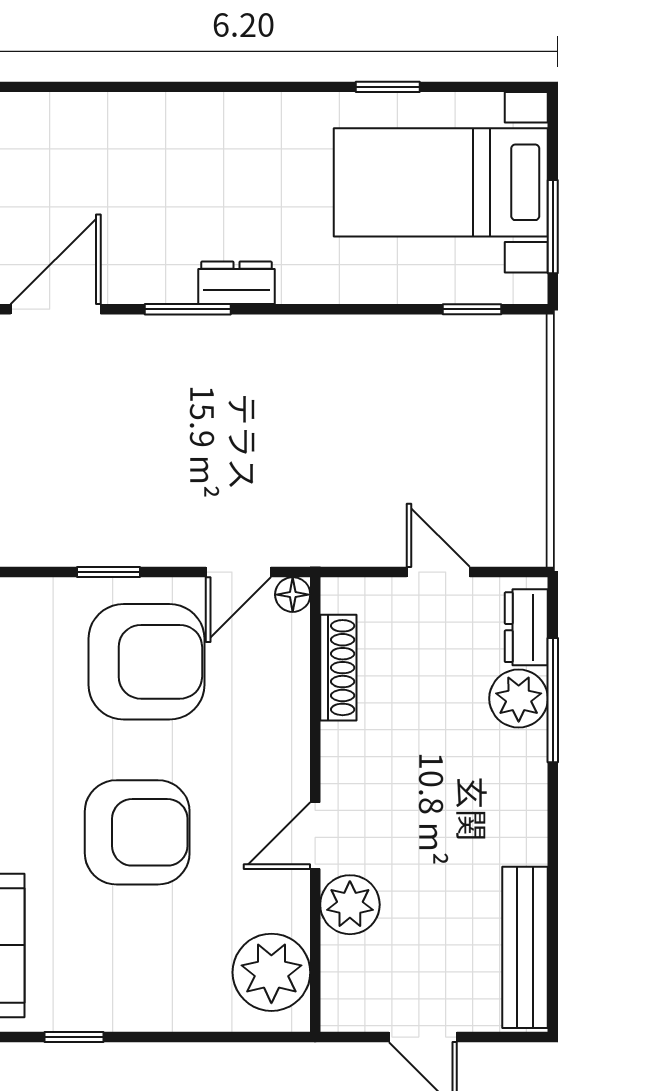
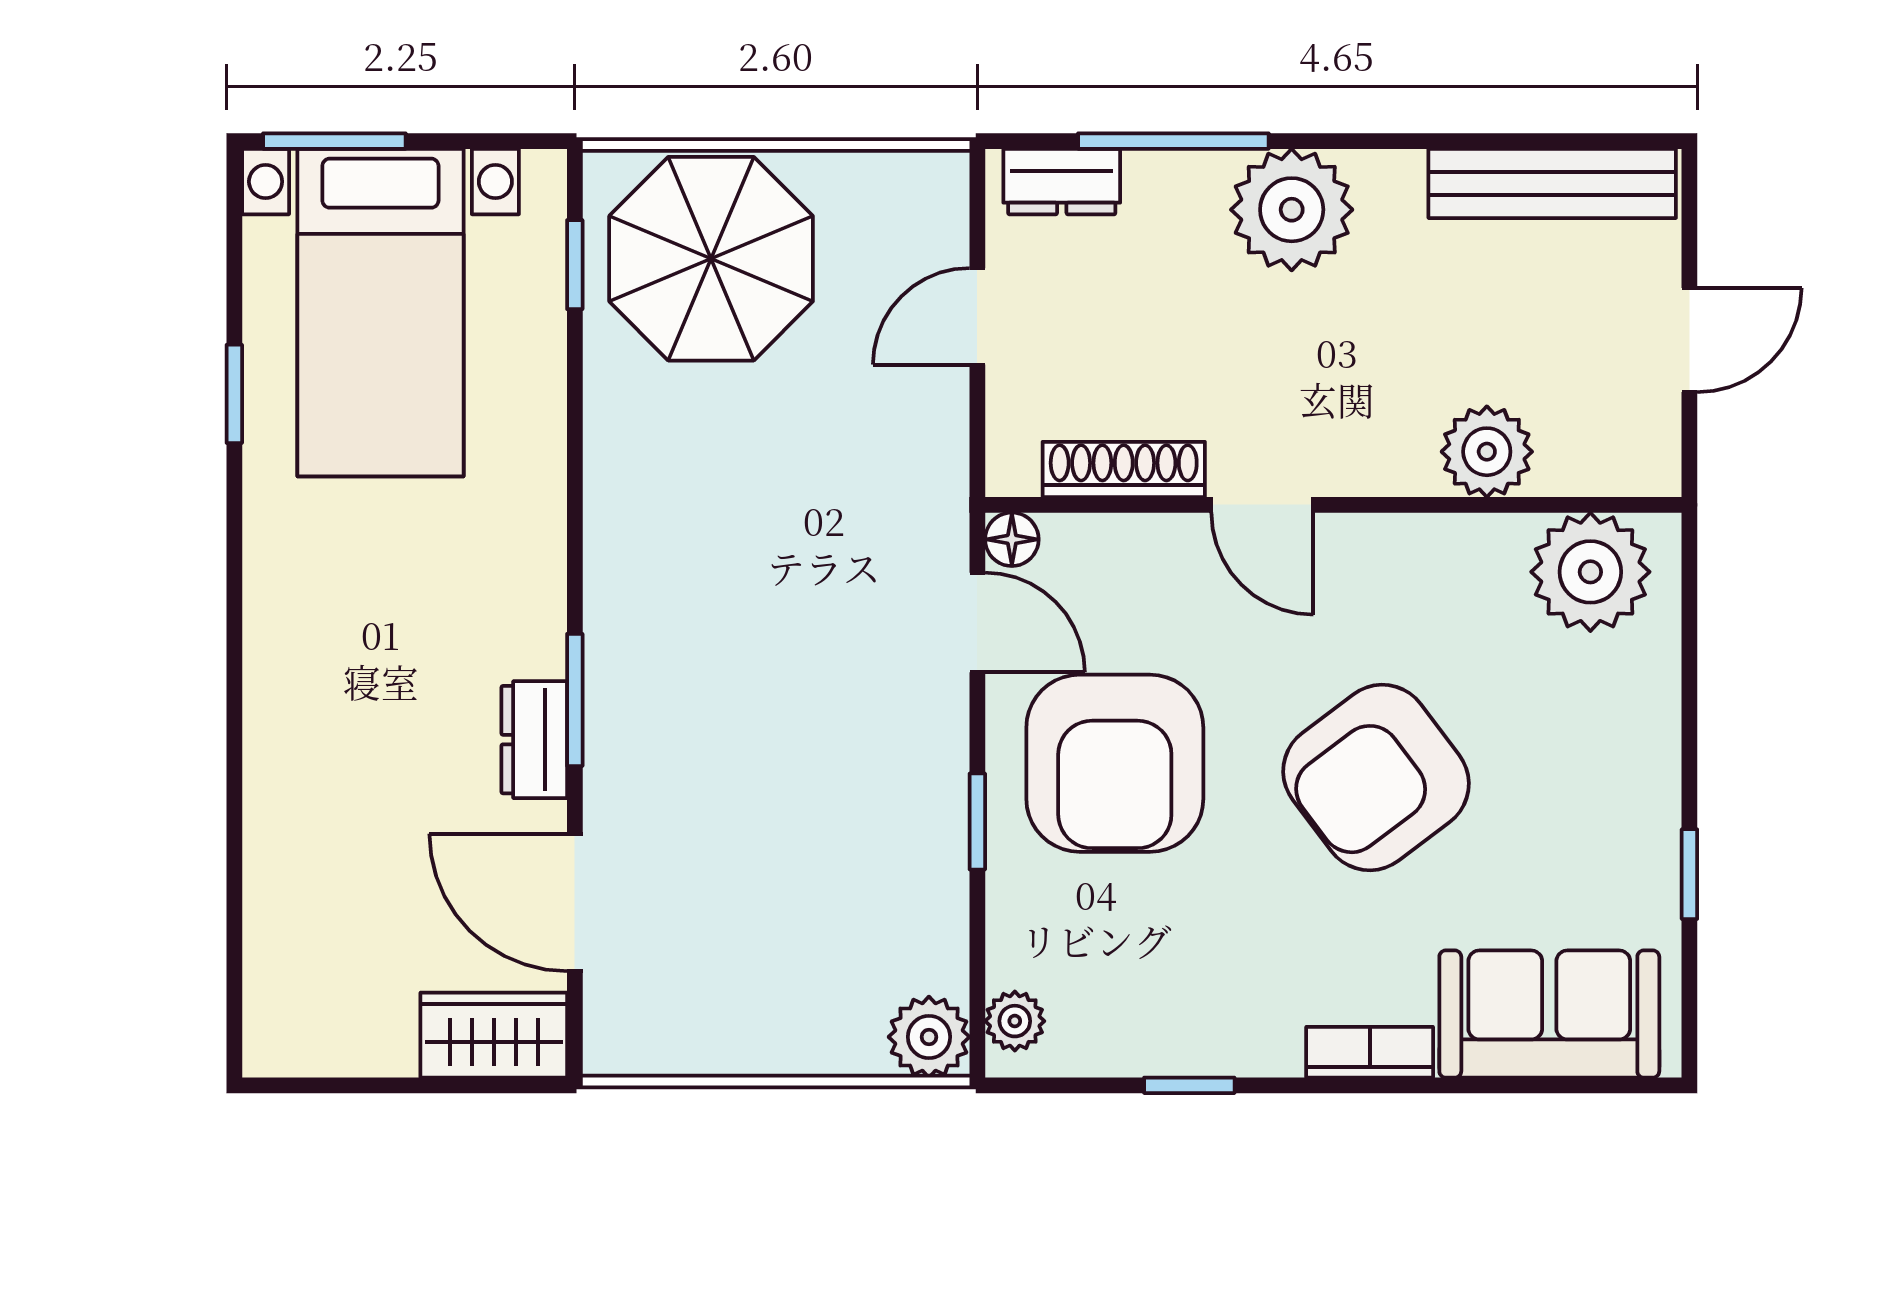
window: (553, 227) -> (334, 141), moved
dresser: (236, 283) -> (534, 740), moved
parasol: (476, 398) -> (711, 259), added
armchair: (147, 662) -> (1115, 763), turned 180
plant: (519, 699) -> (1292, 210), moved, width x1.36, depth x1.36
armchair: (137, 832) -> (1376, 777), turned -127
door: (315, 836) -> (1262, 505), moved

